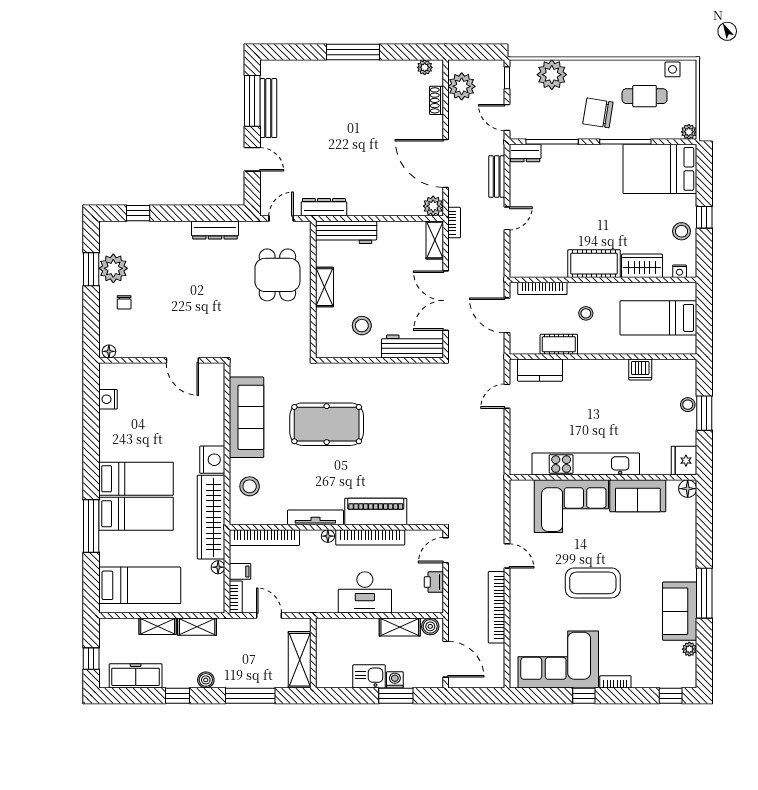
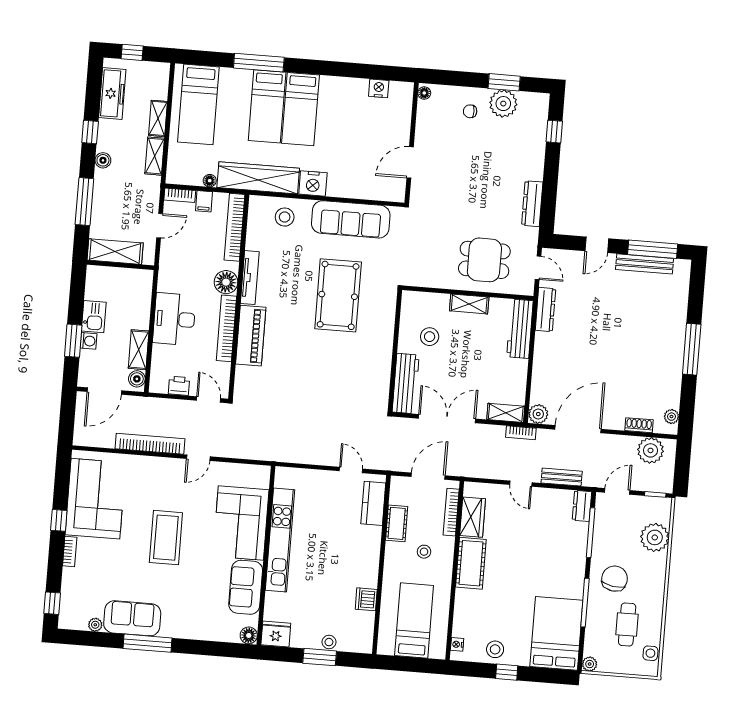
wardrobe: (642, 266) -> (473, 517), moved
floor lamp: (328, 536) -> (226, 282), width x1.89, depth x1.89

